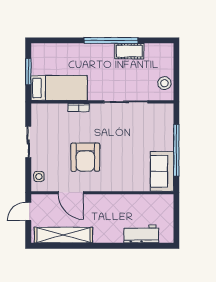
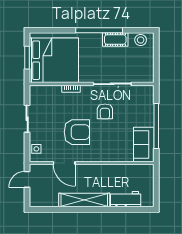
stool: (164, 83) -> (141, 40), moved
bed: (59, 88) -> (54, 60), width x2.04
armchair: (117, 134) -> (105, 111), added
armchair: (85, 157) -> (77, 132), turned -90
shelving: (63, 235) -> (84, 200), moved

